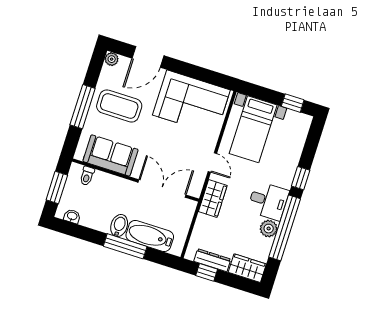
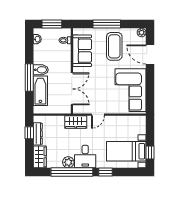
bed with nightstands: (253, 129) -> (126, 151), moved

